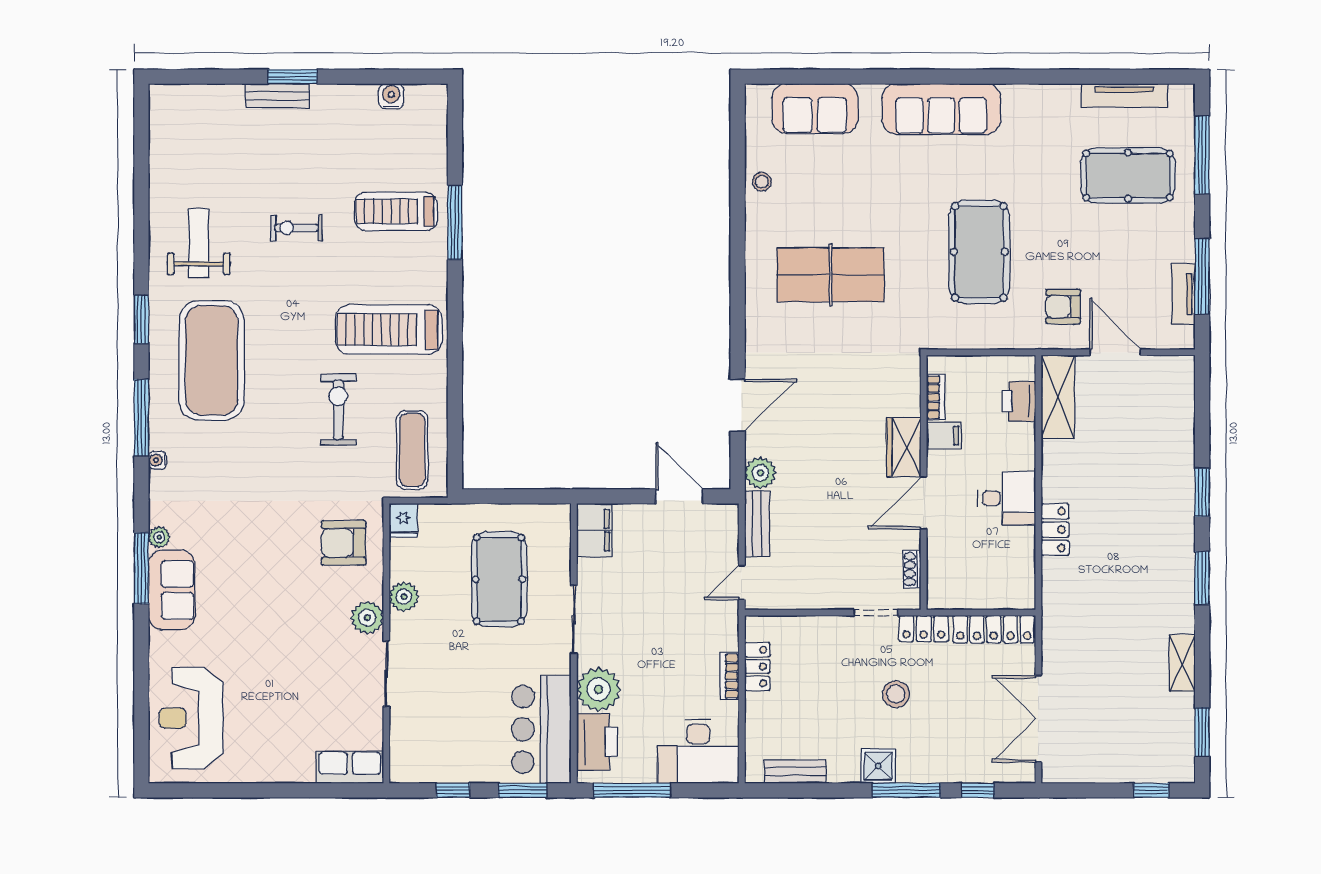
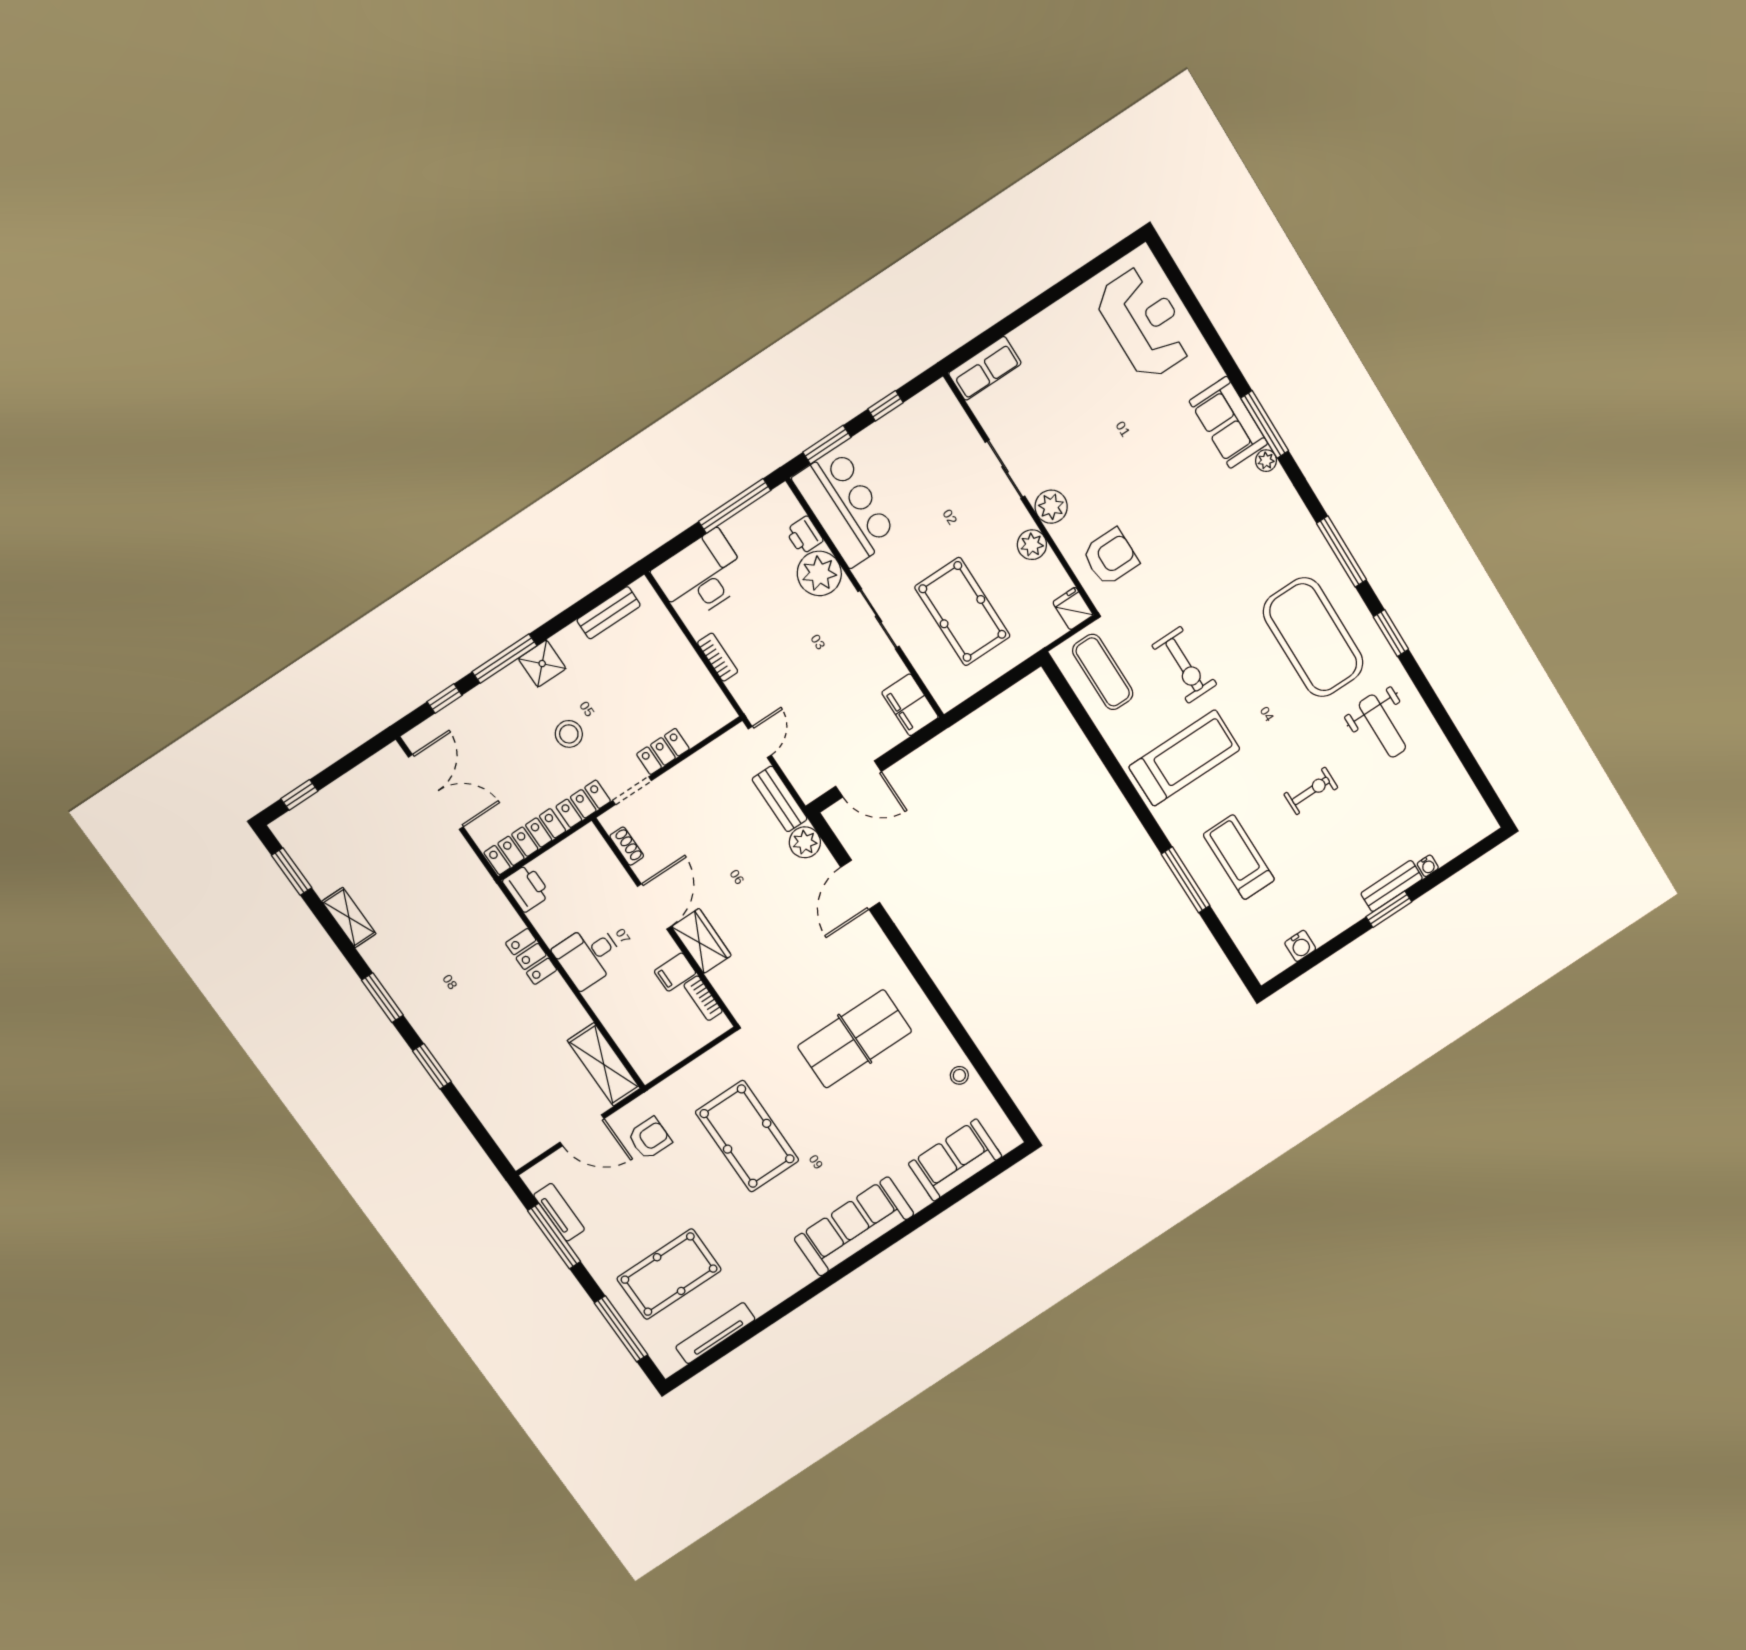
treadmill: (396, 211) -> (1239, 857), turned -90
printer: (1019, 401) -> (527, 888), moved
water cooler: (157, 460) -> (1428, 866), moved, turned 90
locker: (757, 667) -> (663, 751), moved, turned 90
printer: (597, 742) -> (804, 535), width x0.53, depth x0.68

